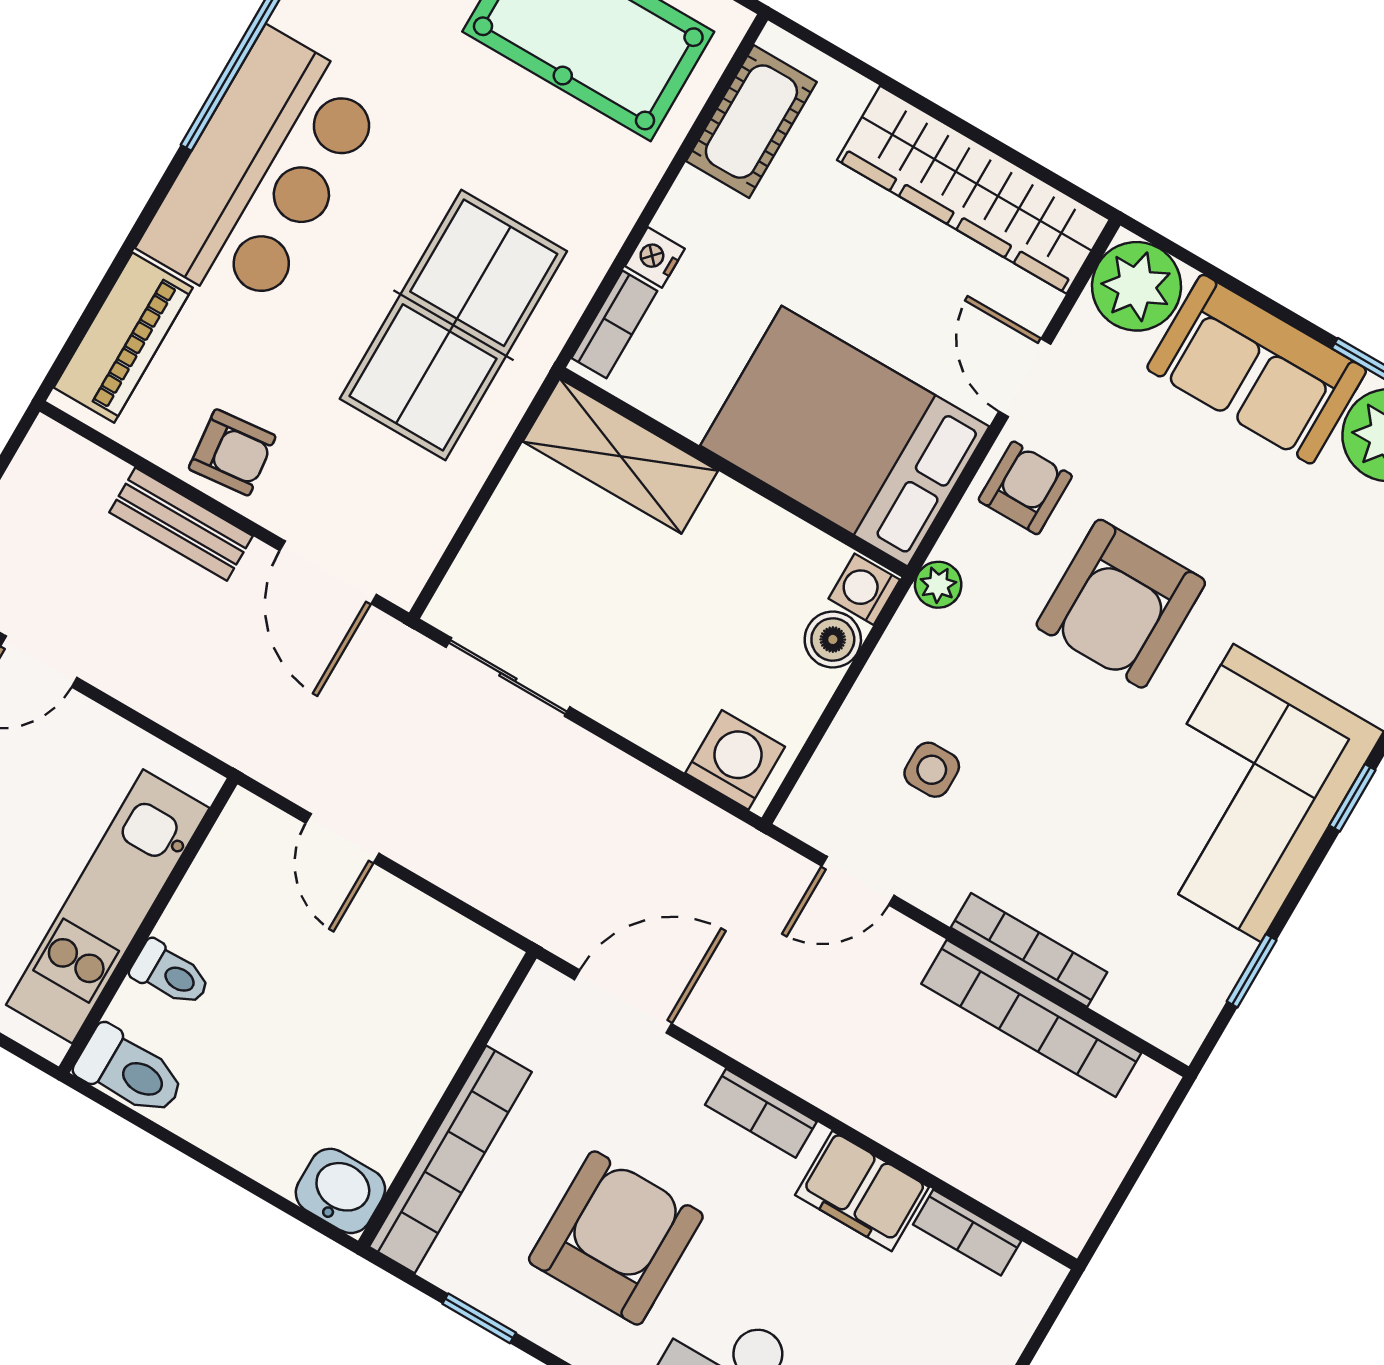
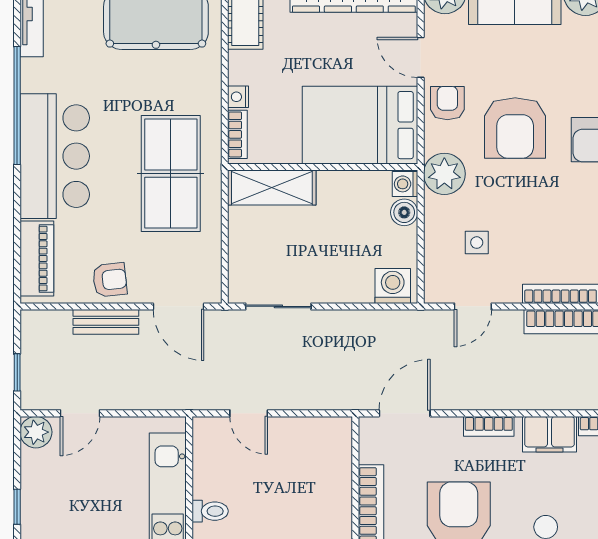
plant: (938, 585) -> (444, 174), width x1.88, depth x1.88

